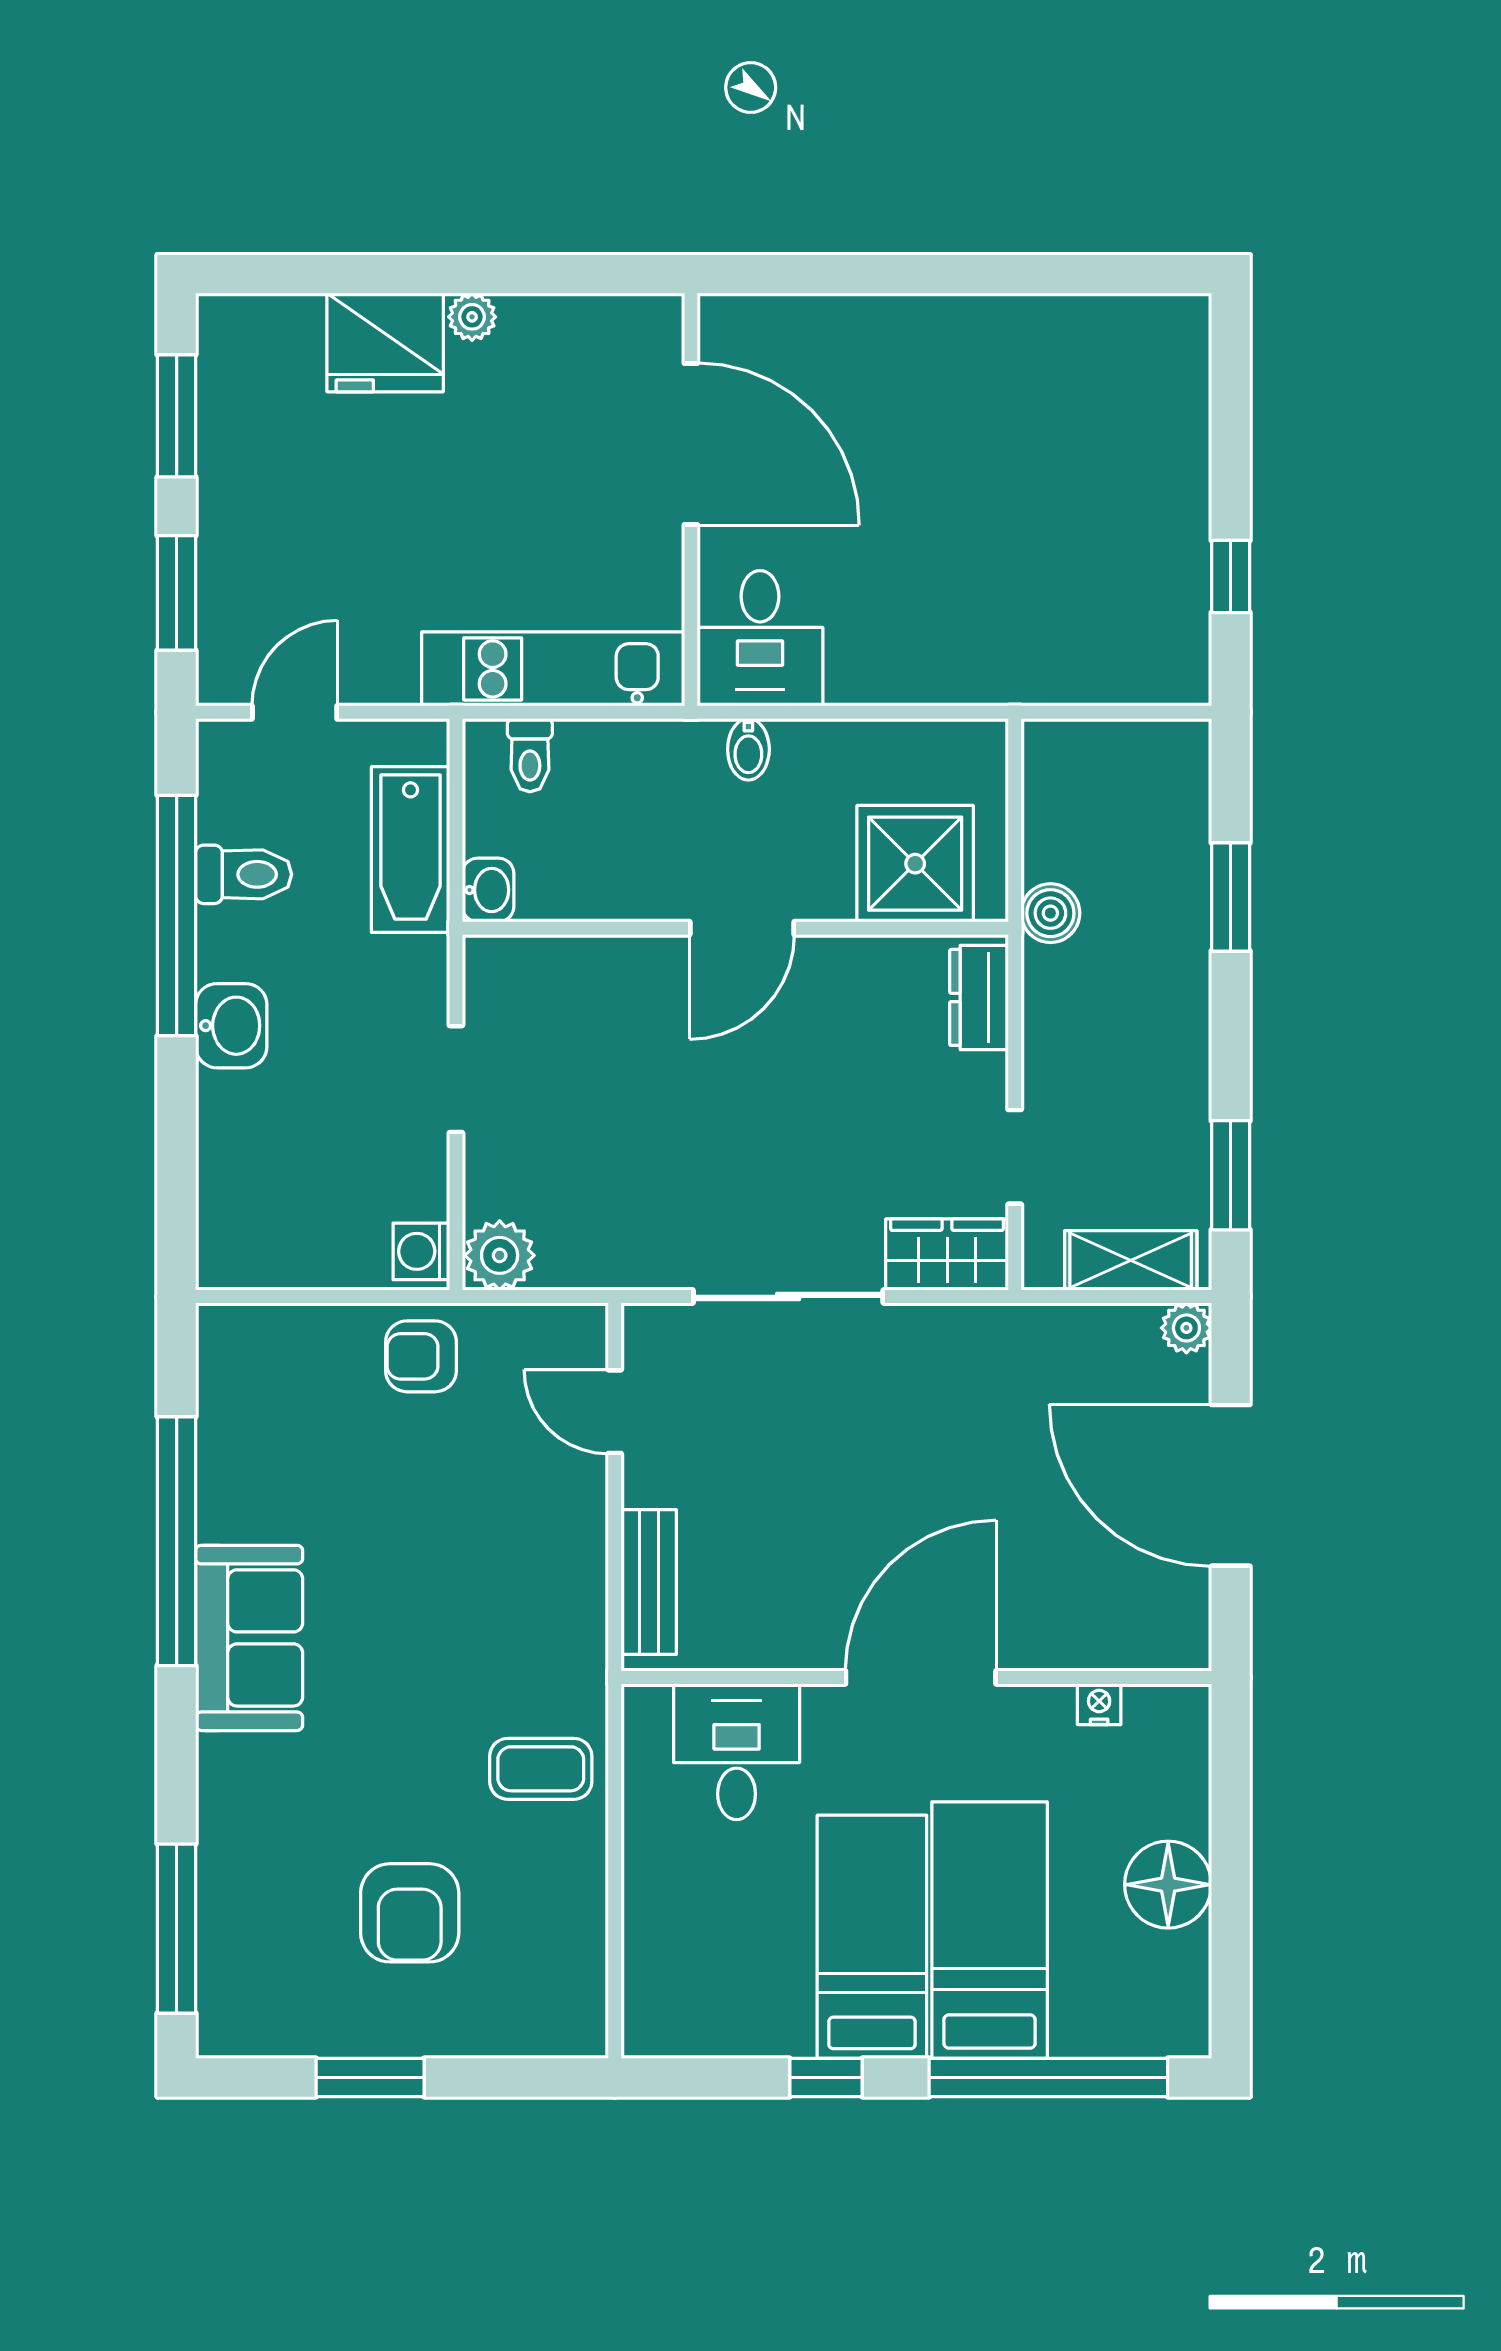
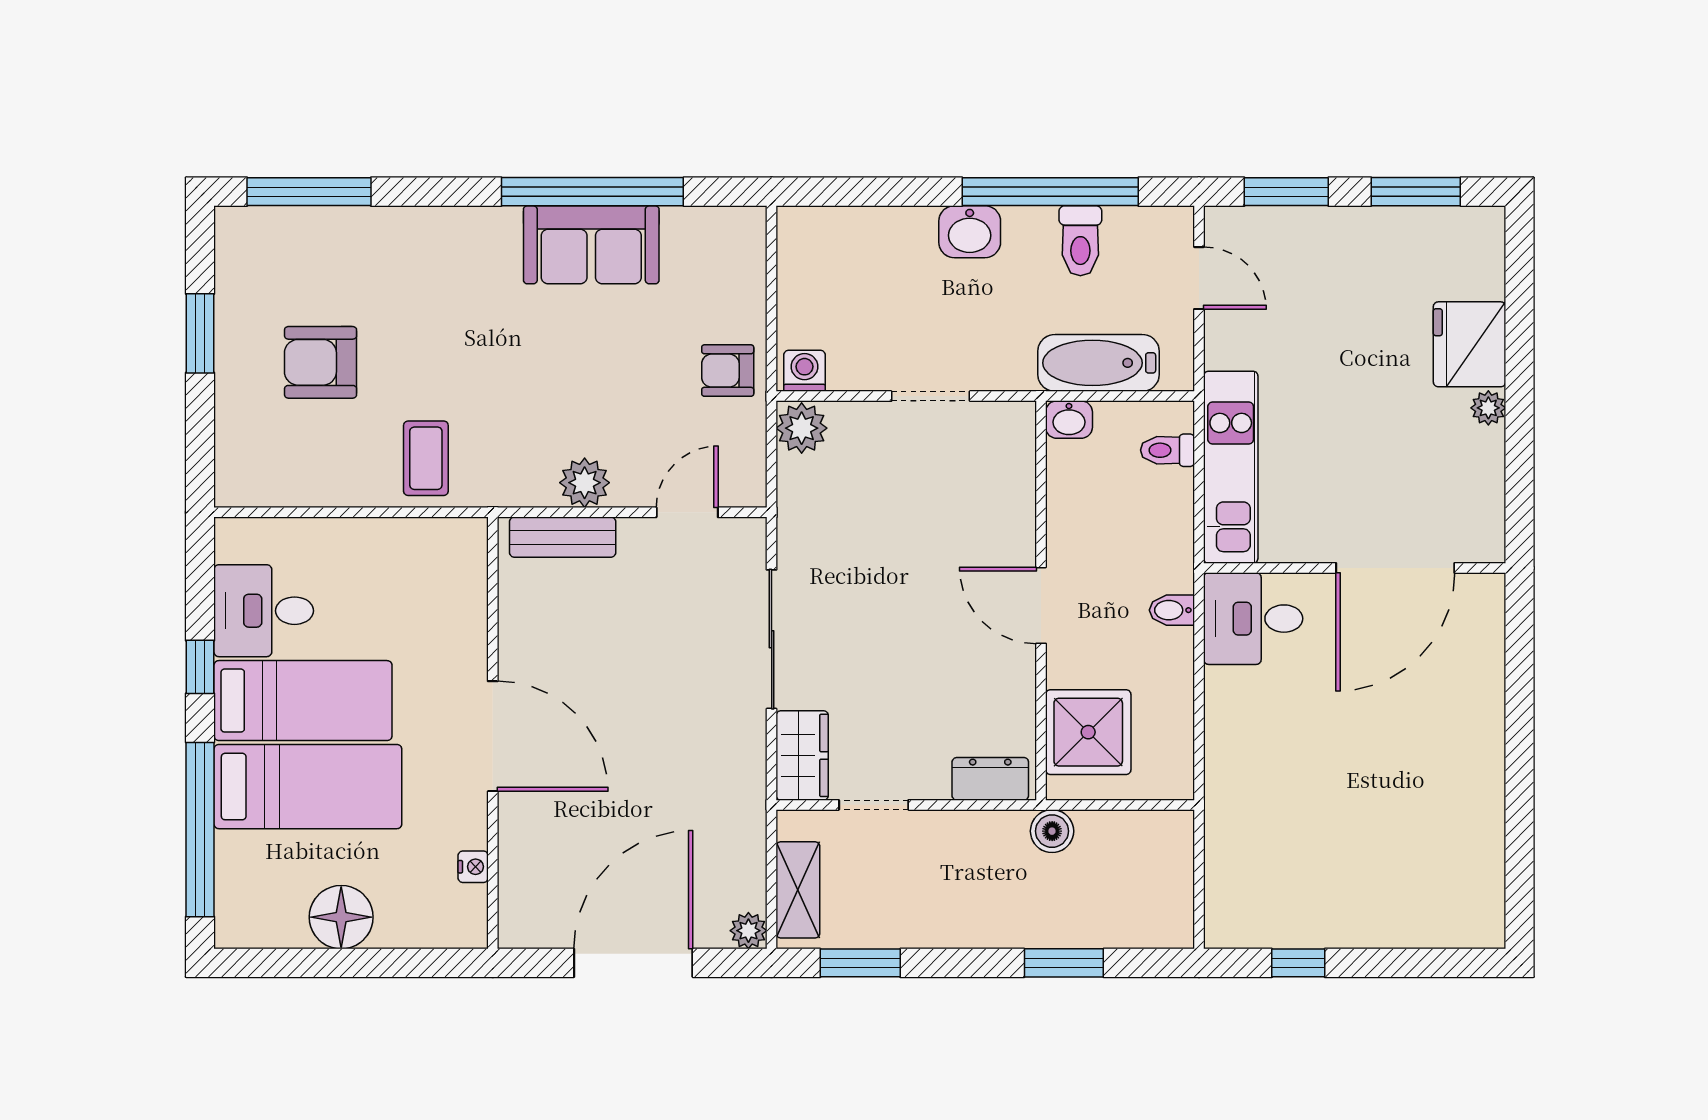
armchair: (421, 1356) -> (728, 371), turned -90
plant: (574, 1552) -> (585, 483), added
sofa: (249, 1638) -> (591, 245), moved
desk: (737, 1752) -> (264, 611), moved, turned 180

